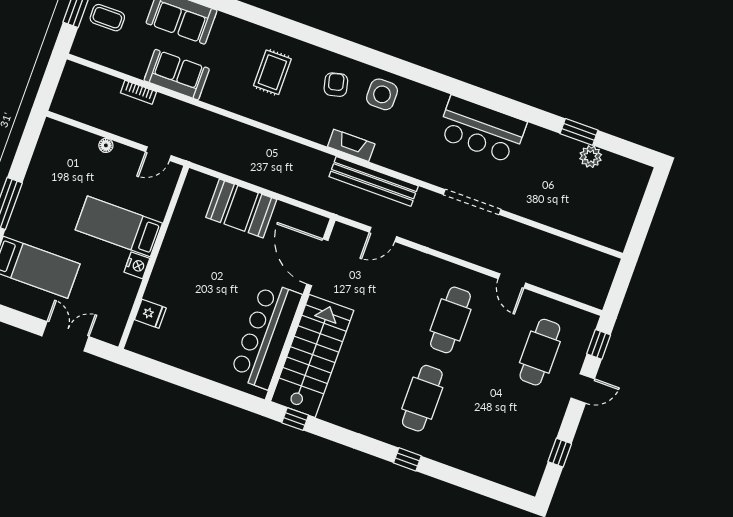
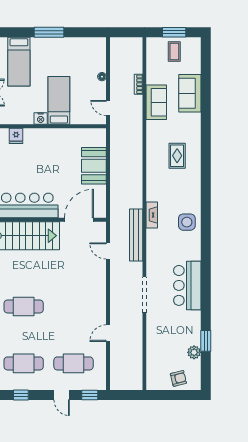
rug: (272, 72) -> (177, 156), turned 90
armchair: (336, 85) -> (178, 378), moved
cafe table: (450, 320) -> (24, 363), moved

